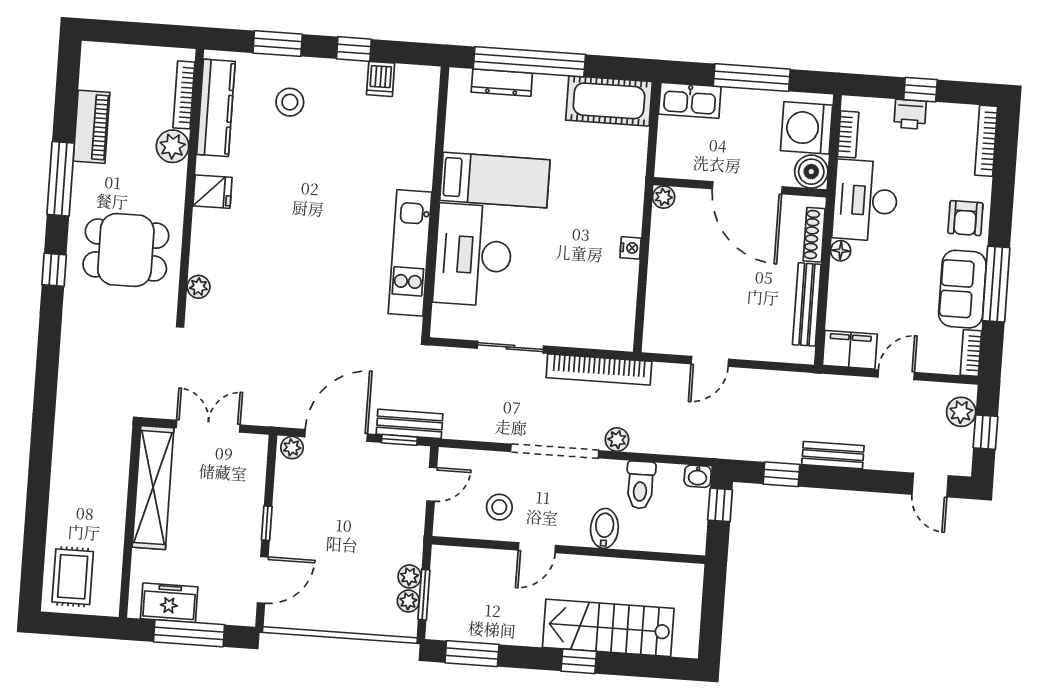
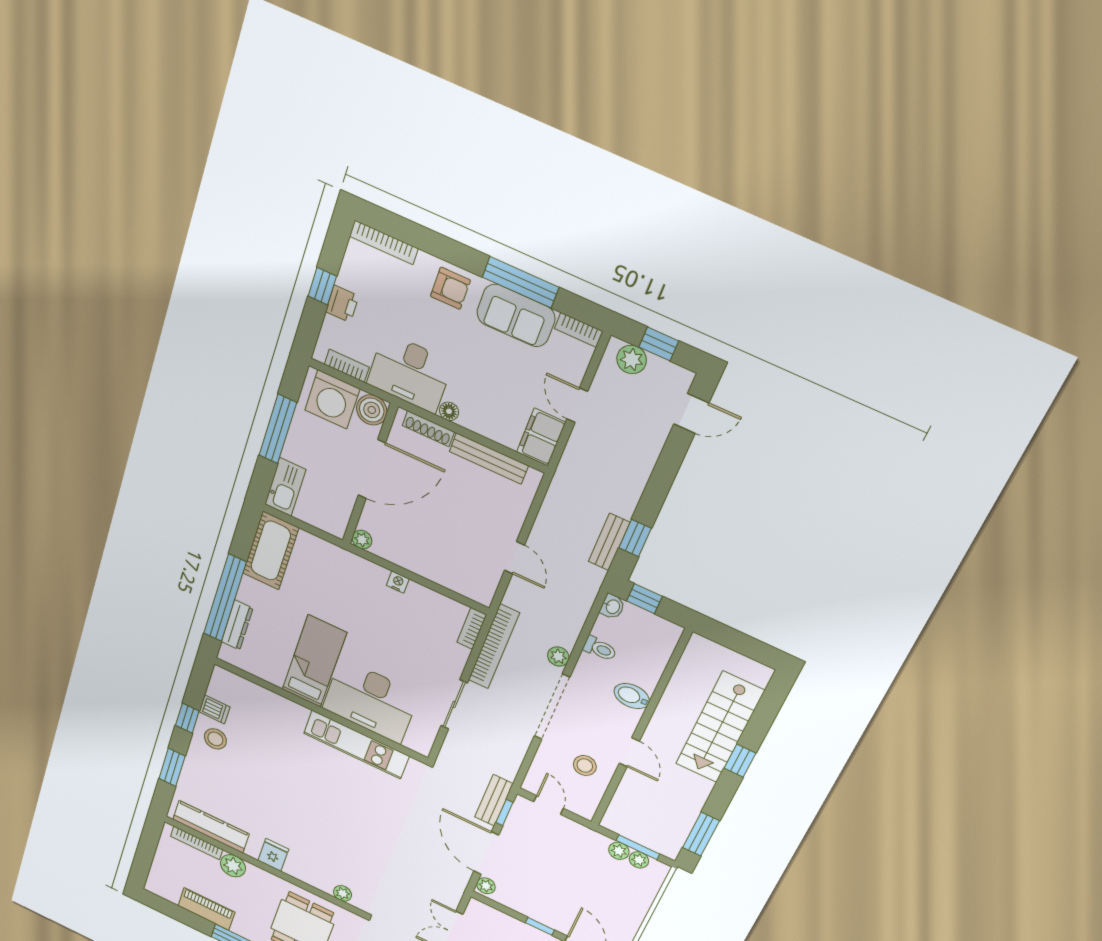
stool: (290, 102) -> (215, 739), moved
bookcase: (610, 341) -> (472, 629), added
bench: (833, 455) -> (609, 542), moved
toilet: (640, 485) -> (600, 649), width x0.73, depth x0.72

